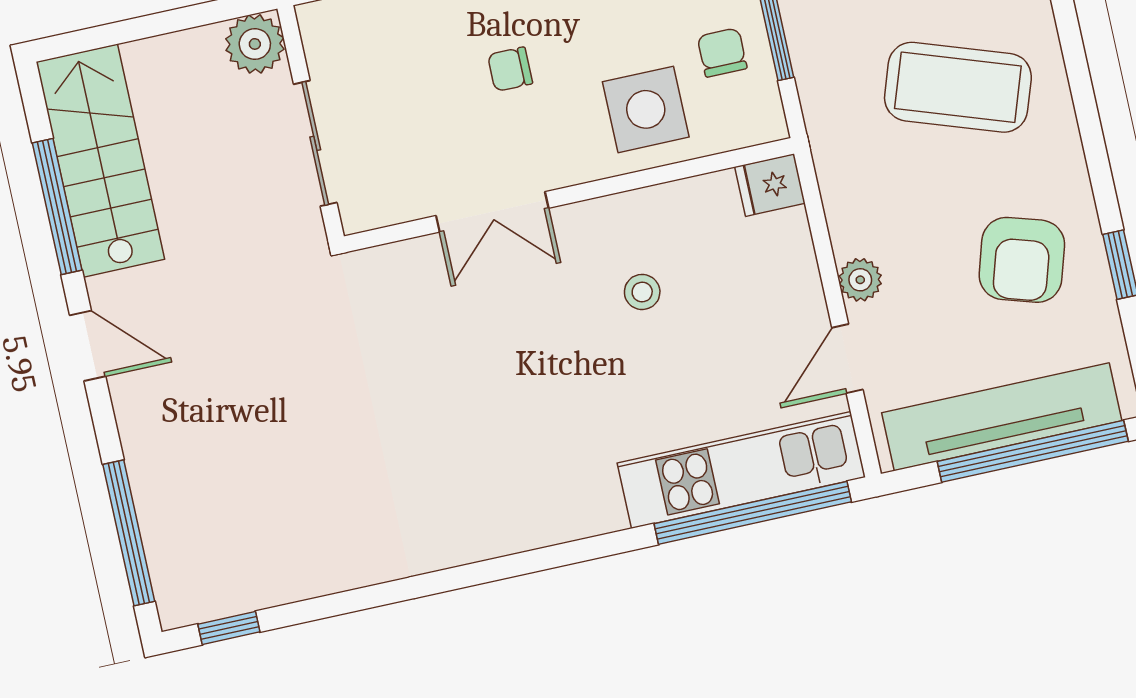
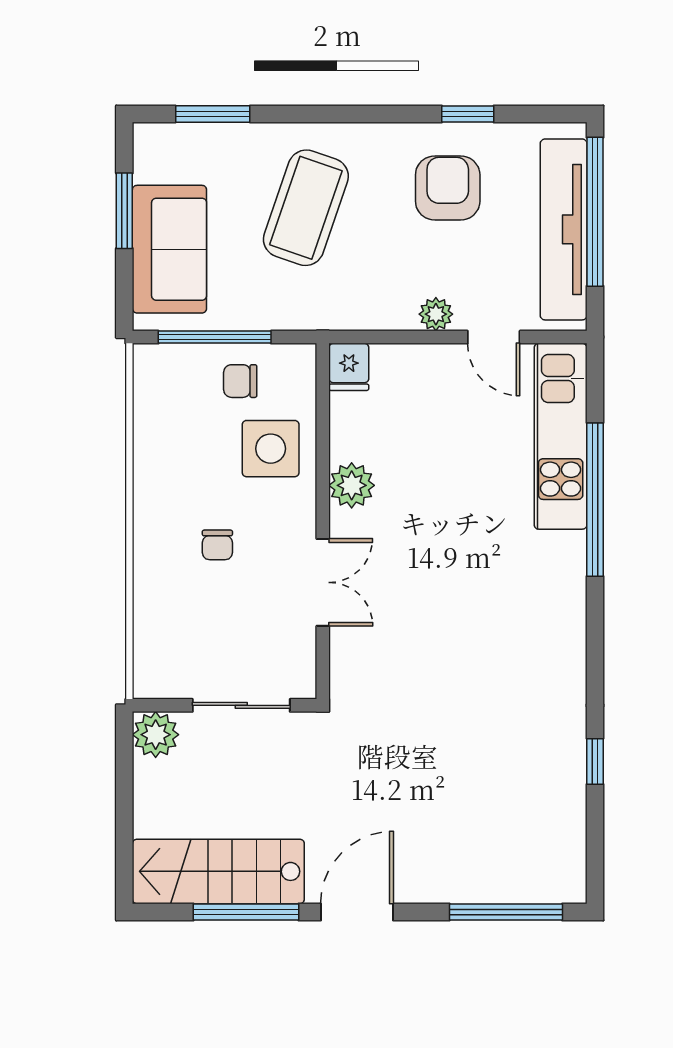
plant: (622, 221) -> (352, 485), added
armchair: (1022, 260) -> (448, 188), turned -107
stool: (642, 292) -> (409, 482), removed
door: (88, 346) -> (357, 912), width x1.38
window: (753, 513) -> (595, 500), moved
window: (229, 628) -> (595, 761), moved

